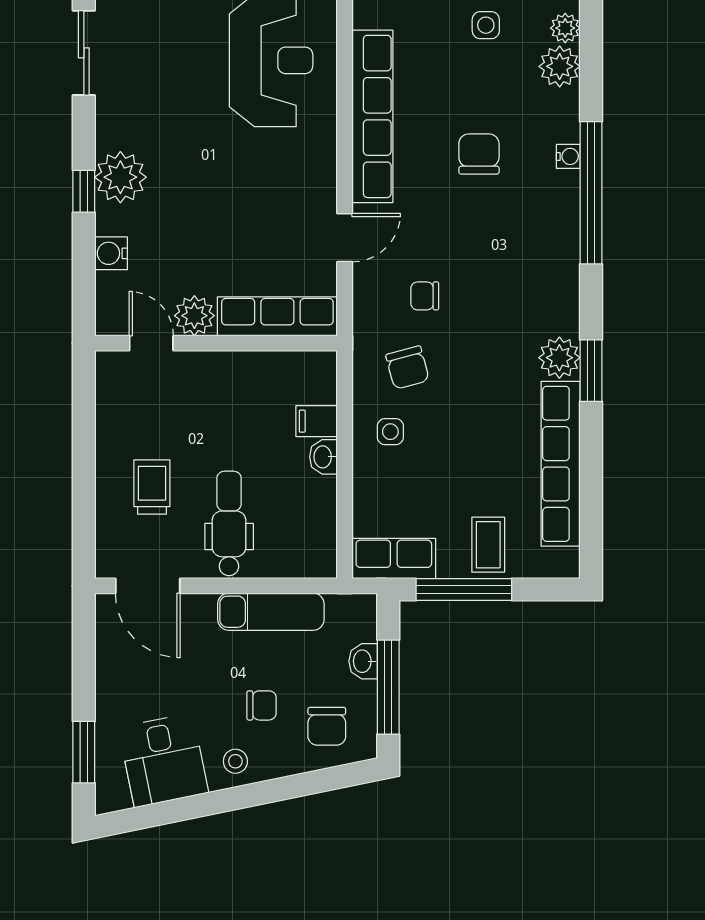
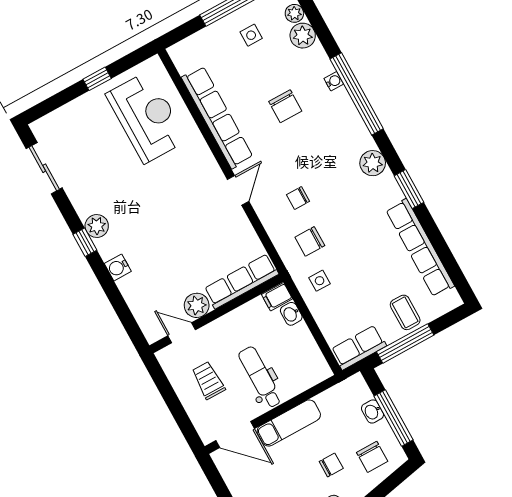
chair: (479, 154) -> (285, 106), turned 180
plant: (120, 177) -> (97, 226), width x0.73, depth x0.73
plant: (194, 316) -> (197, 305), moved
row of seats: (277, 316) -> (241, 281), moved
door: (151, 343) -> (182, 333), moved
wall: (216, 343) -> (216, 314), moved
plant: (559, 358) -> (373, 163), moved
chair: (407, 368) -> (310, 241), turned 105
exam couch: (271, 612) -> (289, 423), moved

